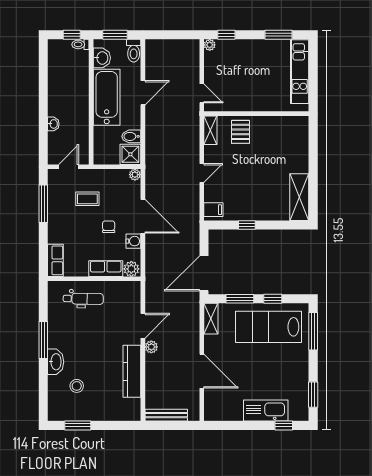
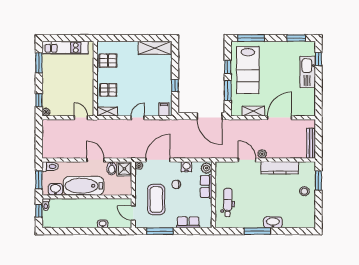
door: (143, 93) -> (95, 160), moved
door: (202, 93) -> (81, 118), hinge flipped
pallet: (282, 131) -> (108, 61), added
door: (202, 173) -> (138, 118), hinge flipped
coffee table: (87, 199) -> (156, 200), width x1.86, depth x1.72
door: (143, 216) -> (158, 160), moved
row of seats: (55, 260) -> (188, 222), moved
shelving: (211, 319) -> (253, 111), moved
stool: (77, 386) -> (304, 191), moved
window: (78, 425) -> (318, 180), moved

